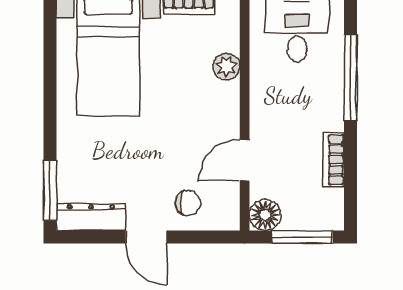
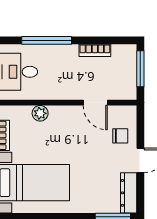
chair: (188, 203) -> (120, 136), turned 90
floor lamp: (265, 215) -> (127, 91), removed

